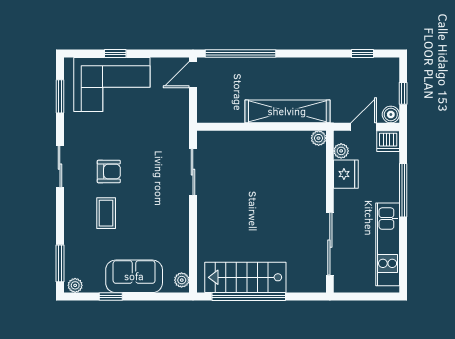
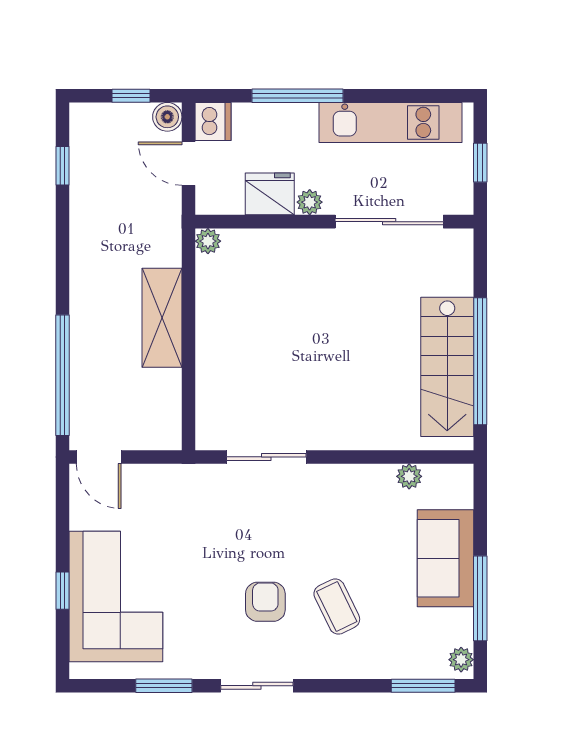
window: (60, 96) -> (164, 686), moved
shelving: (287, 111) -> (162, 318), width x0.68
plant: (341, 151) -> (310, 202), moved
coffee table: (106, 213) -> (337, 607), turned 64
plant: (182, 280) -> (409, 476), moved
window: (111, 296) -> (480, 598), width x2.17
window: (364, 296) -> (480, 163), added

